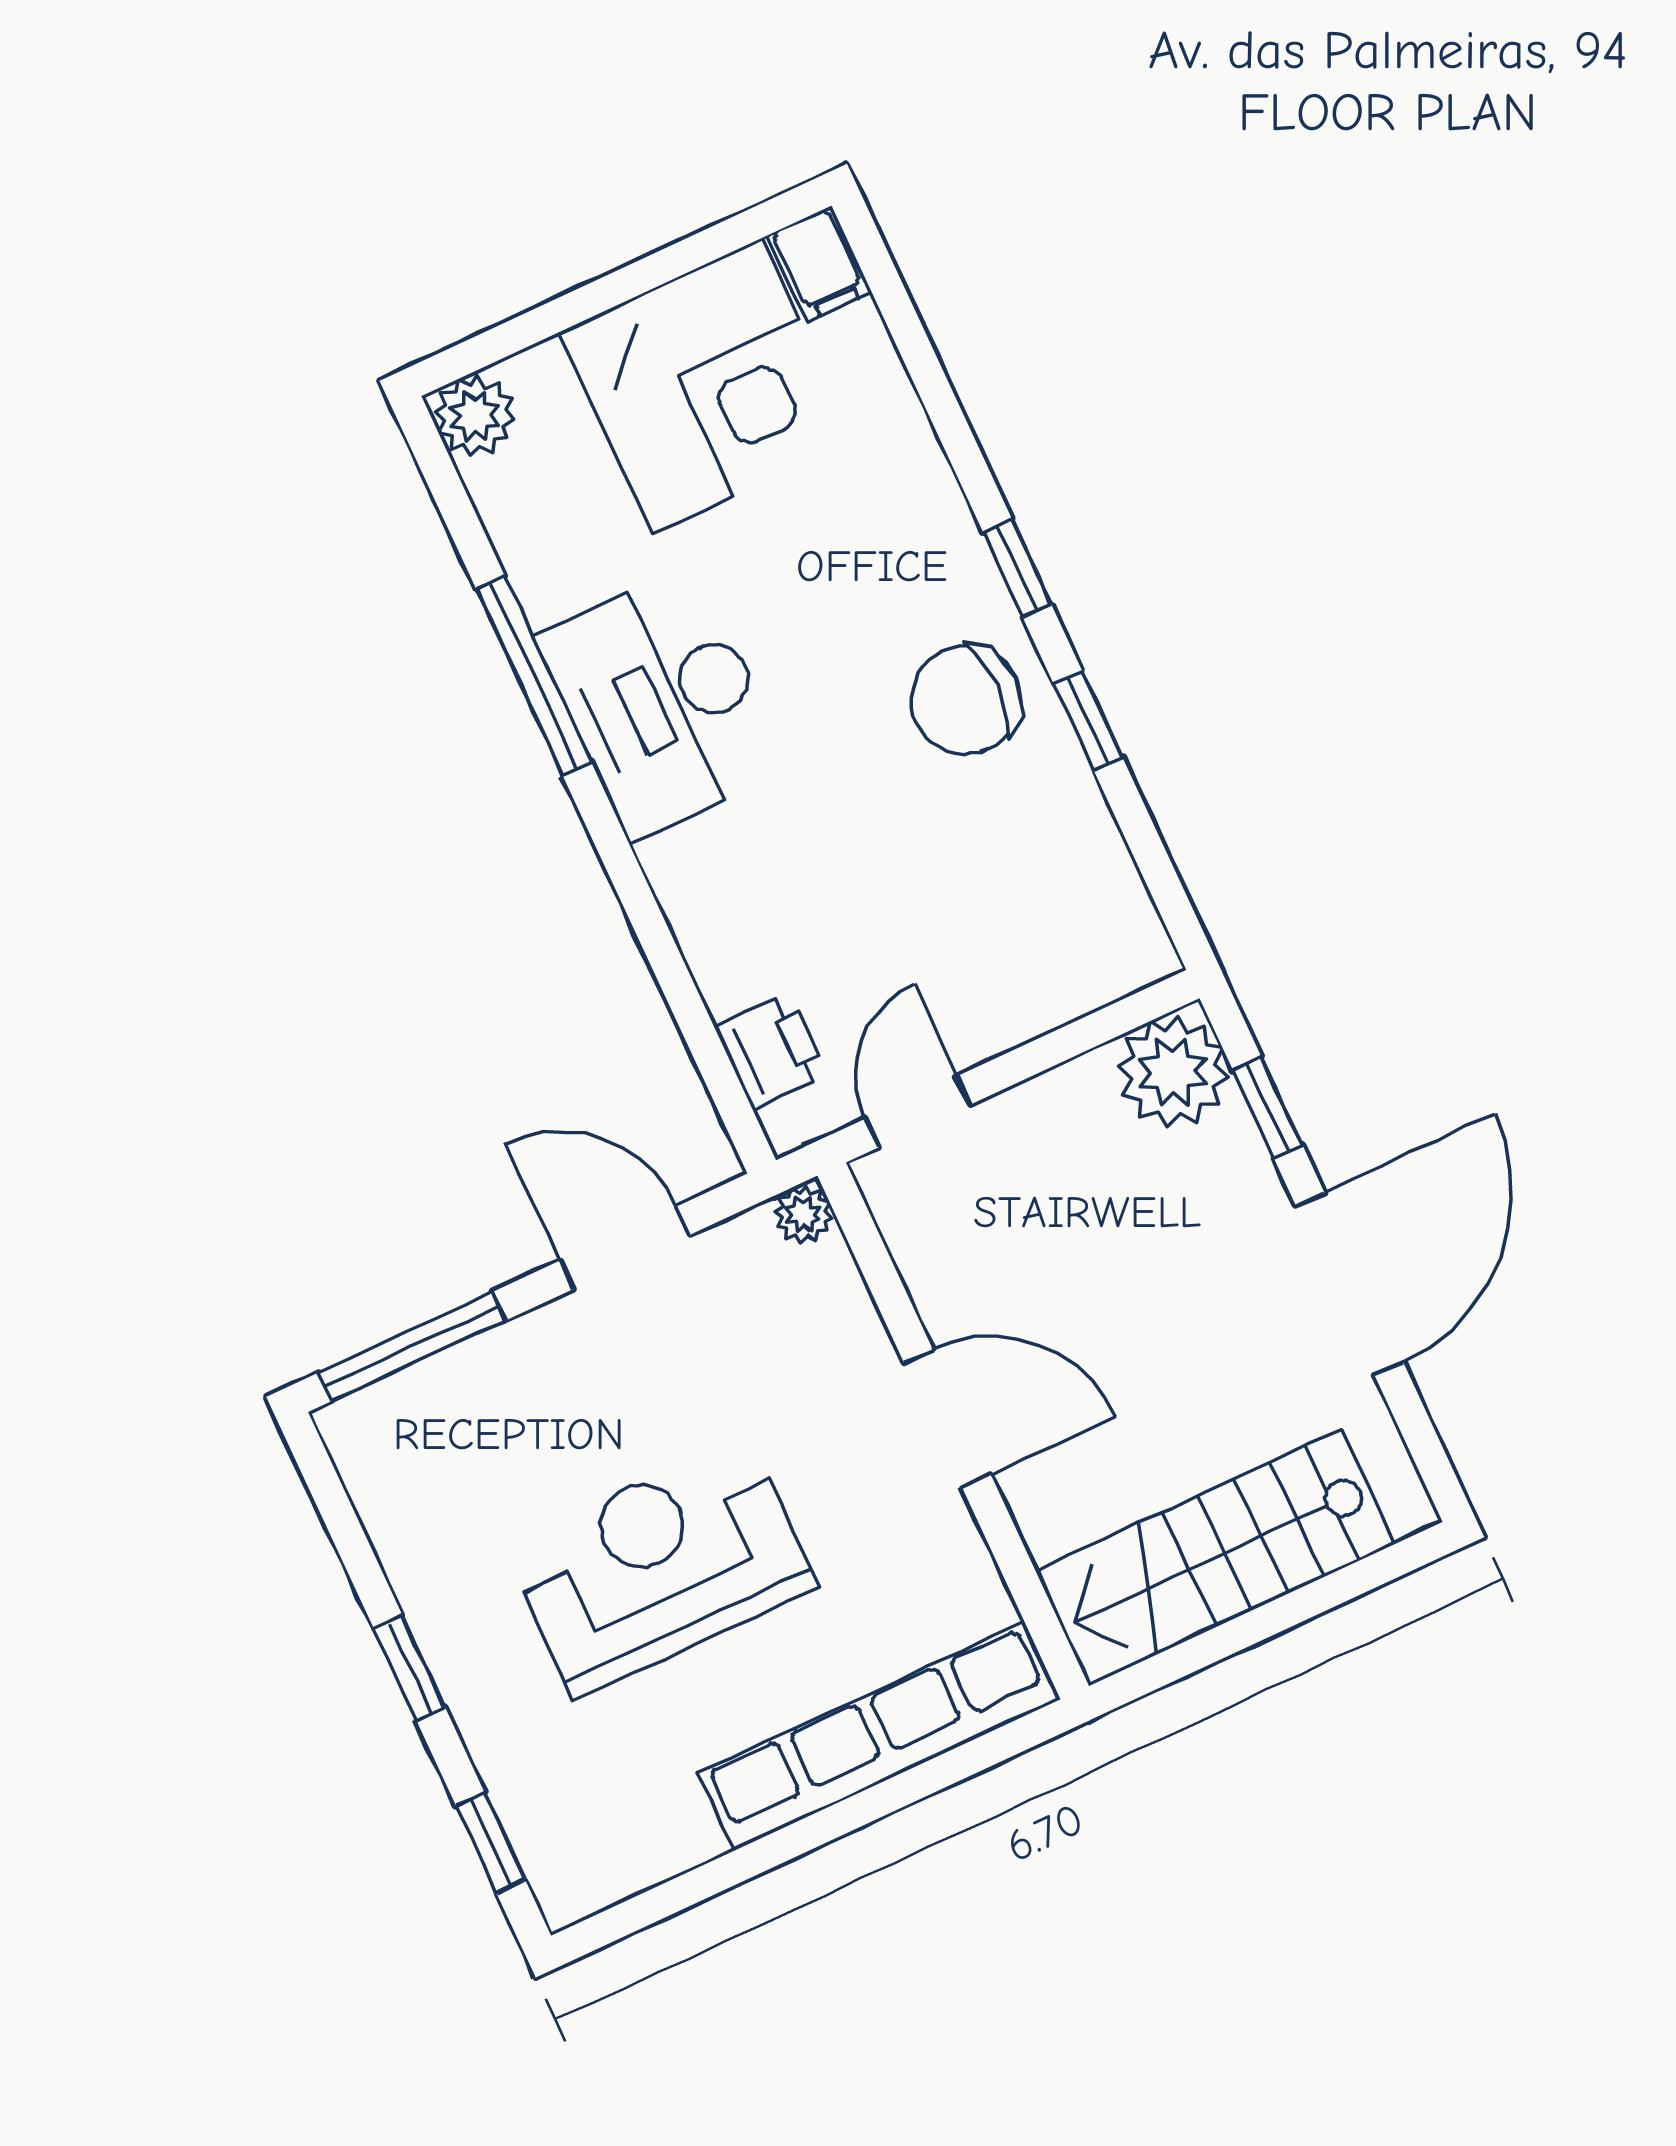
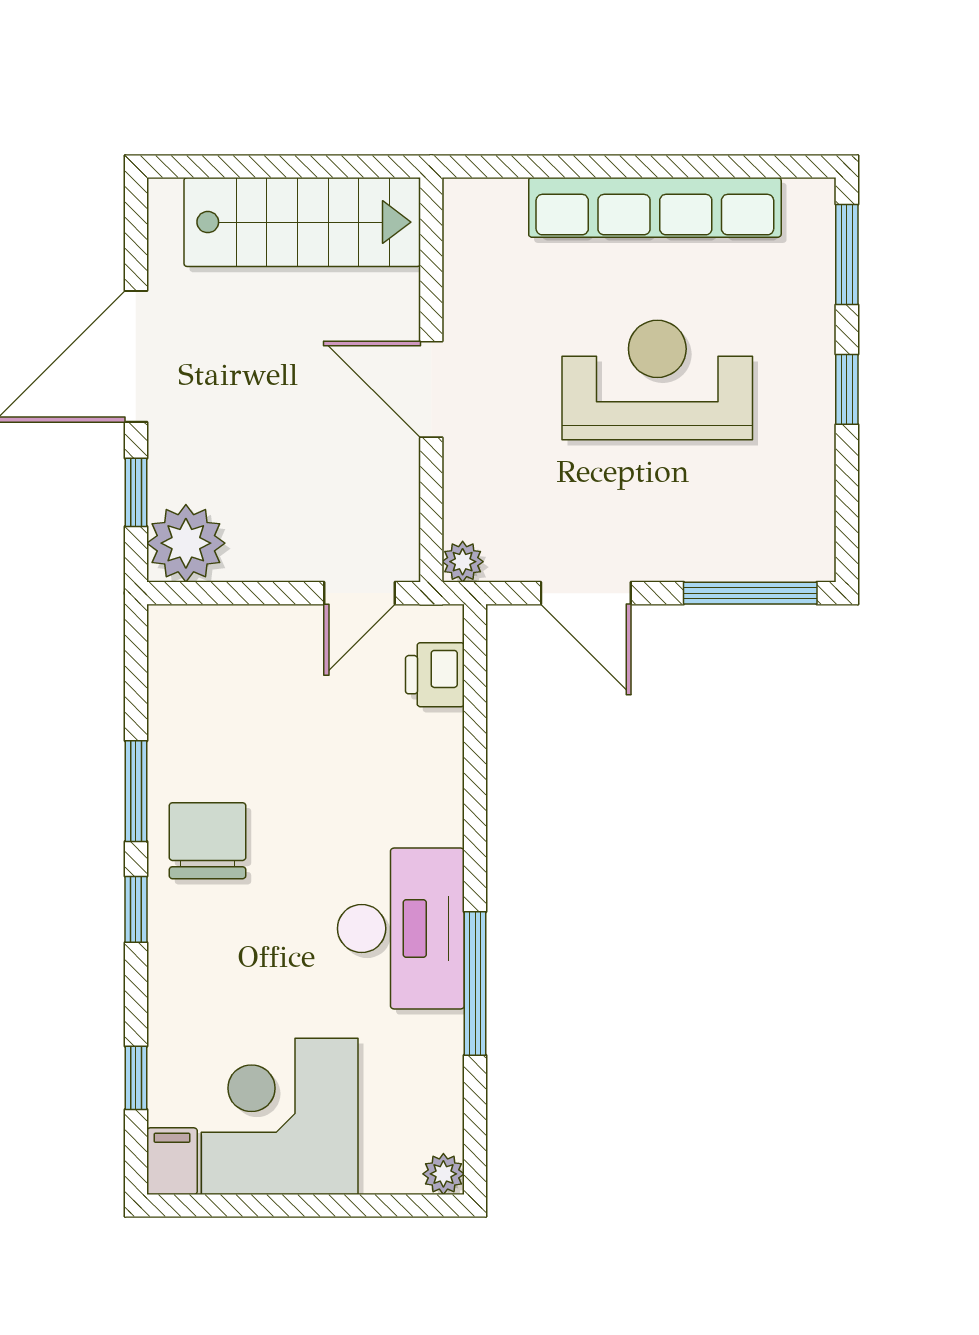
window: (916, 350) -> (136, 1078), added
plant: (475, 416) -> (443, 1174), width x0.73, depth x0.73
chair: (966, 700) -> (208, 841), turned -90
window: (1088, 721) -> (136, 791), width x1.50
reception desk: (660, 1566) -> (657, 380), turned 180
row of seats: (879, 1736) -> (655, 207), moved
window: (491, 1843) -> (847, 254), width x1.50

